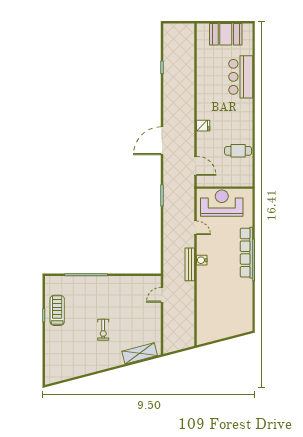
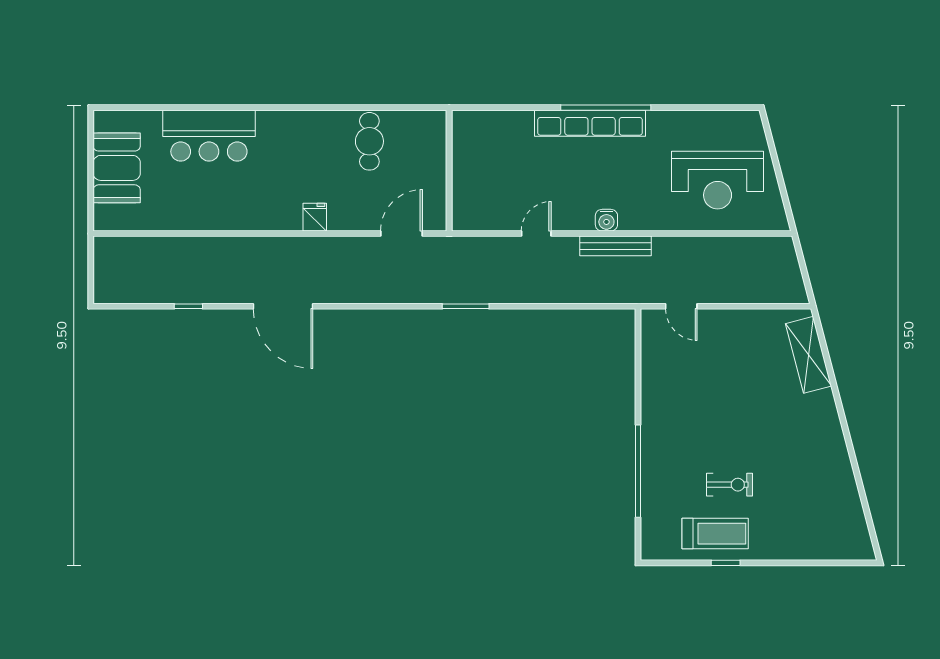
door: (162, 141) -> (283, 306), moved
reception desk: (222, 203) -> (718, 180), moved, turned -90
treadmill: (57, 310) -> (715, 534), turned 180
exercise bike: (103, 330) -> (730, 485), moved

